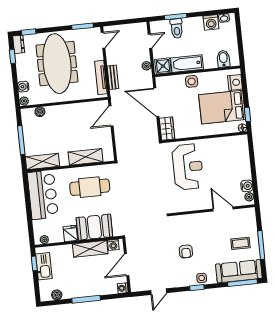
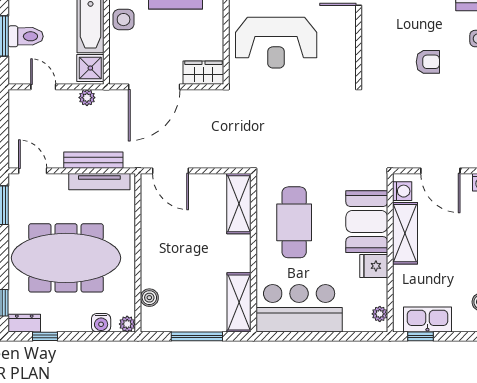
bench: (113, 77) -> (93, 160), width x1.36
shelving: (86, 157) -> (239, 204), moved
reception desk: (188, 167) -> (276, 43), turned 180

